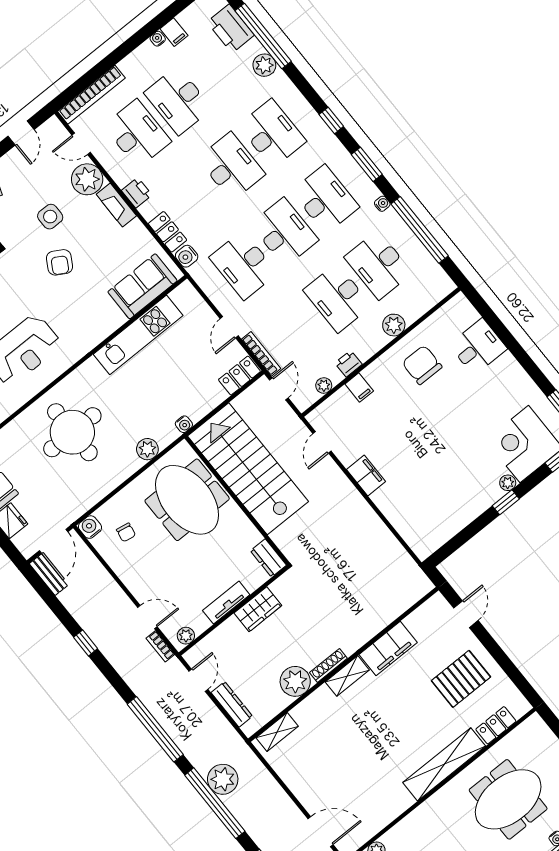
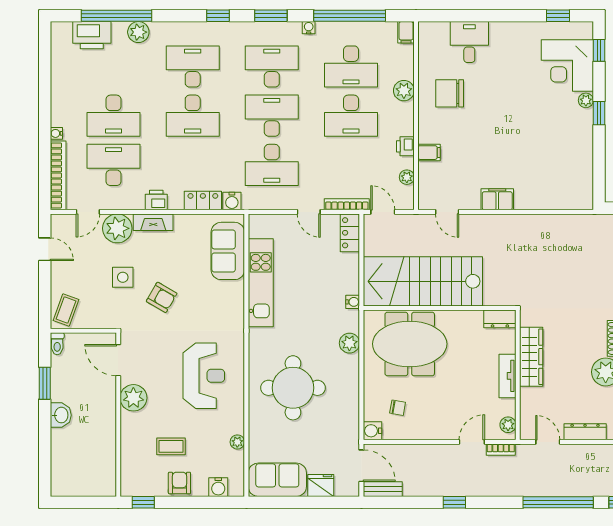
filing cabinet: (174, 32) -> (406, 32), moved, turned 90
water cooler: (158, 39) -> (56, 133), moved
desk: (231, 166) -> (193, 116), turned 180
wardrobe: (258, 609) -> (531, 357), width x1.50

